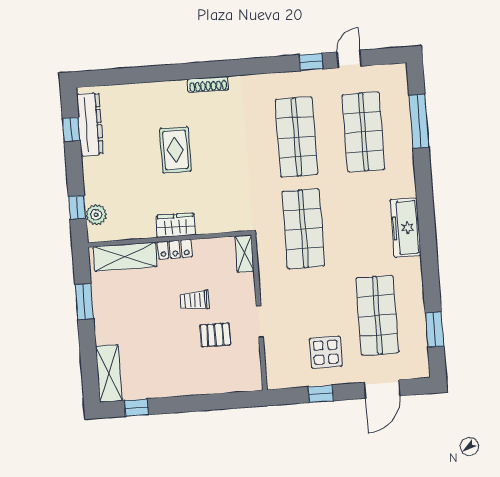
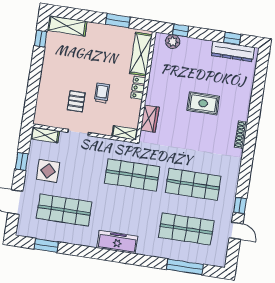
wardrobe: (176, 225) -> (150, 119), moved
shelving: (275, 369) -> (45, 135), added

